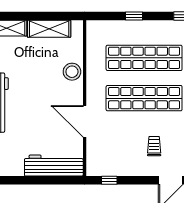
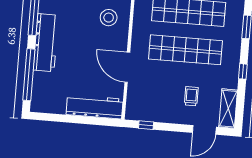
stool: (72, 72) -> (109, 18), moved

